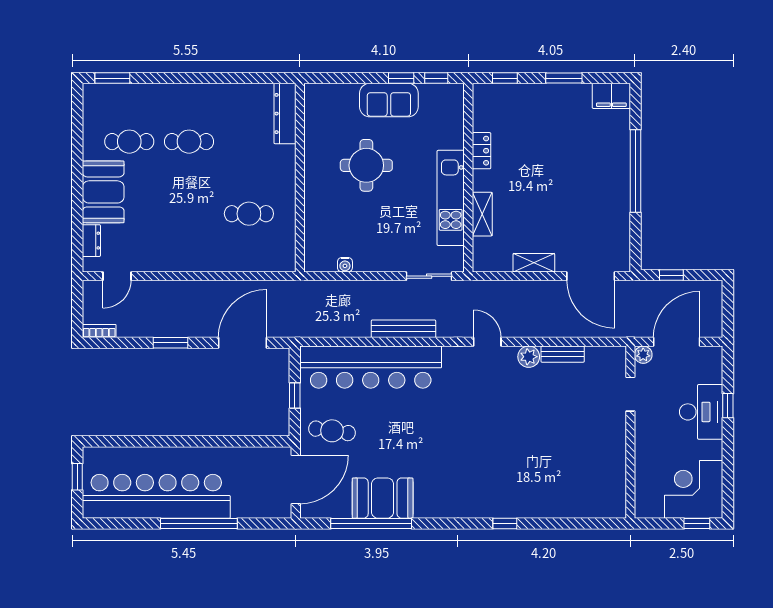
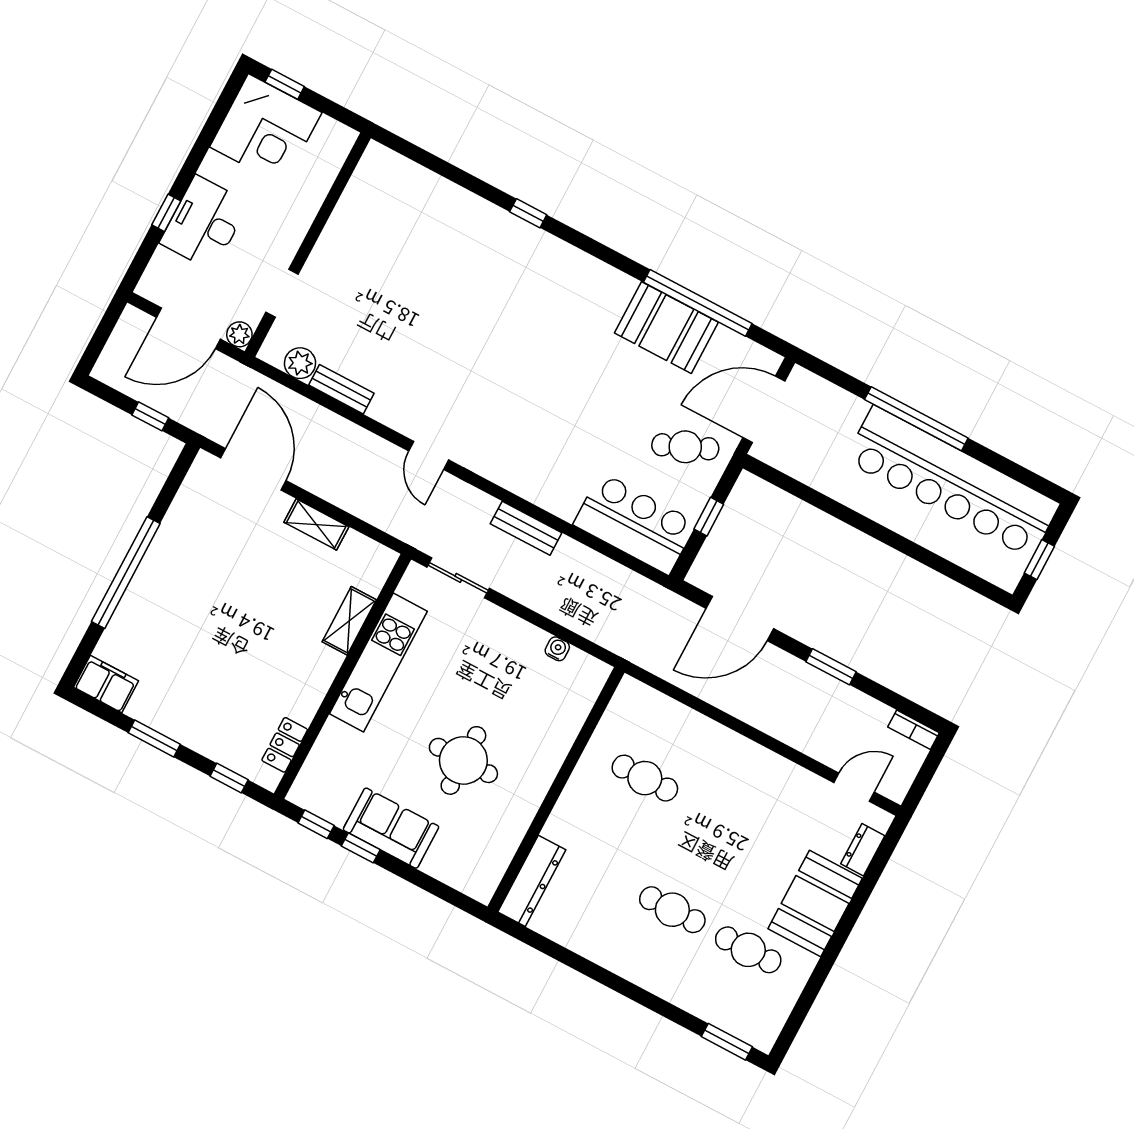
locker: (482, 151) -> (285, 745), moved
bench: (403, 329) -> (526, 528), width x0.73
plant: (529, 357) -> (300, 363), moved
bar counter: (371, 367) -> (635, 524), width x0.54
cafe table: (332, 431) -> (685, 447), turned -31

